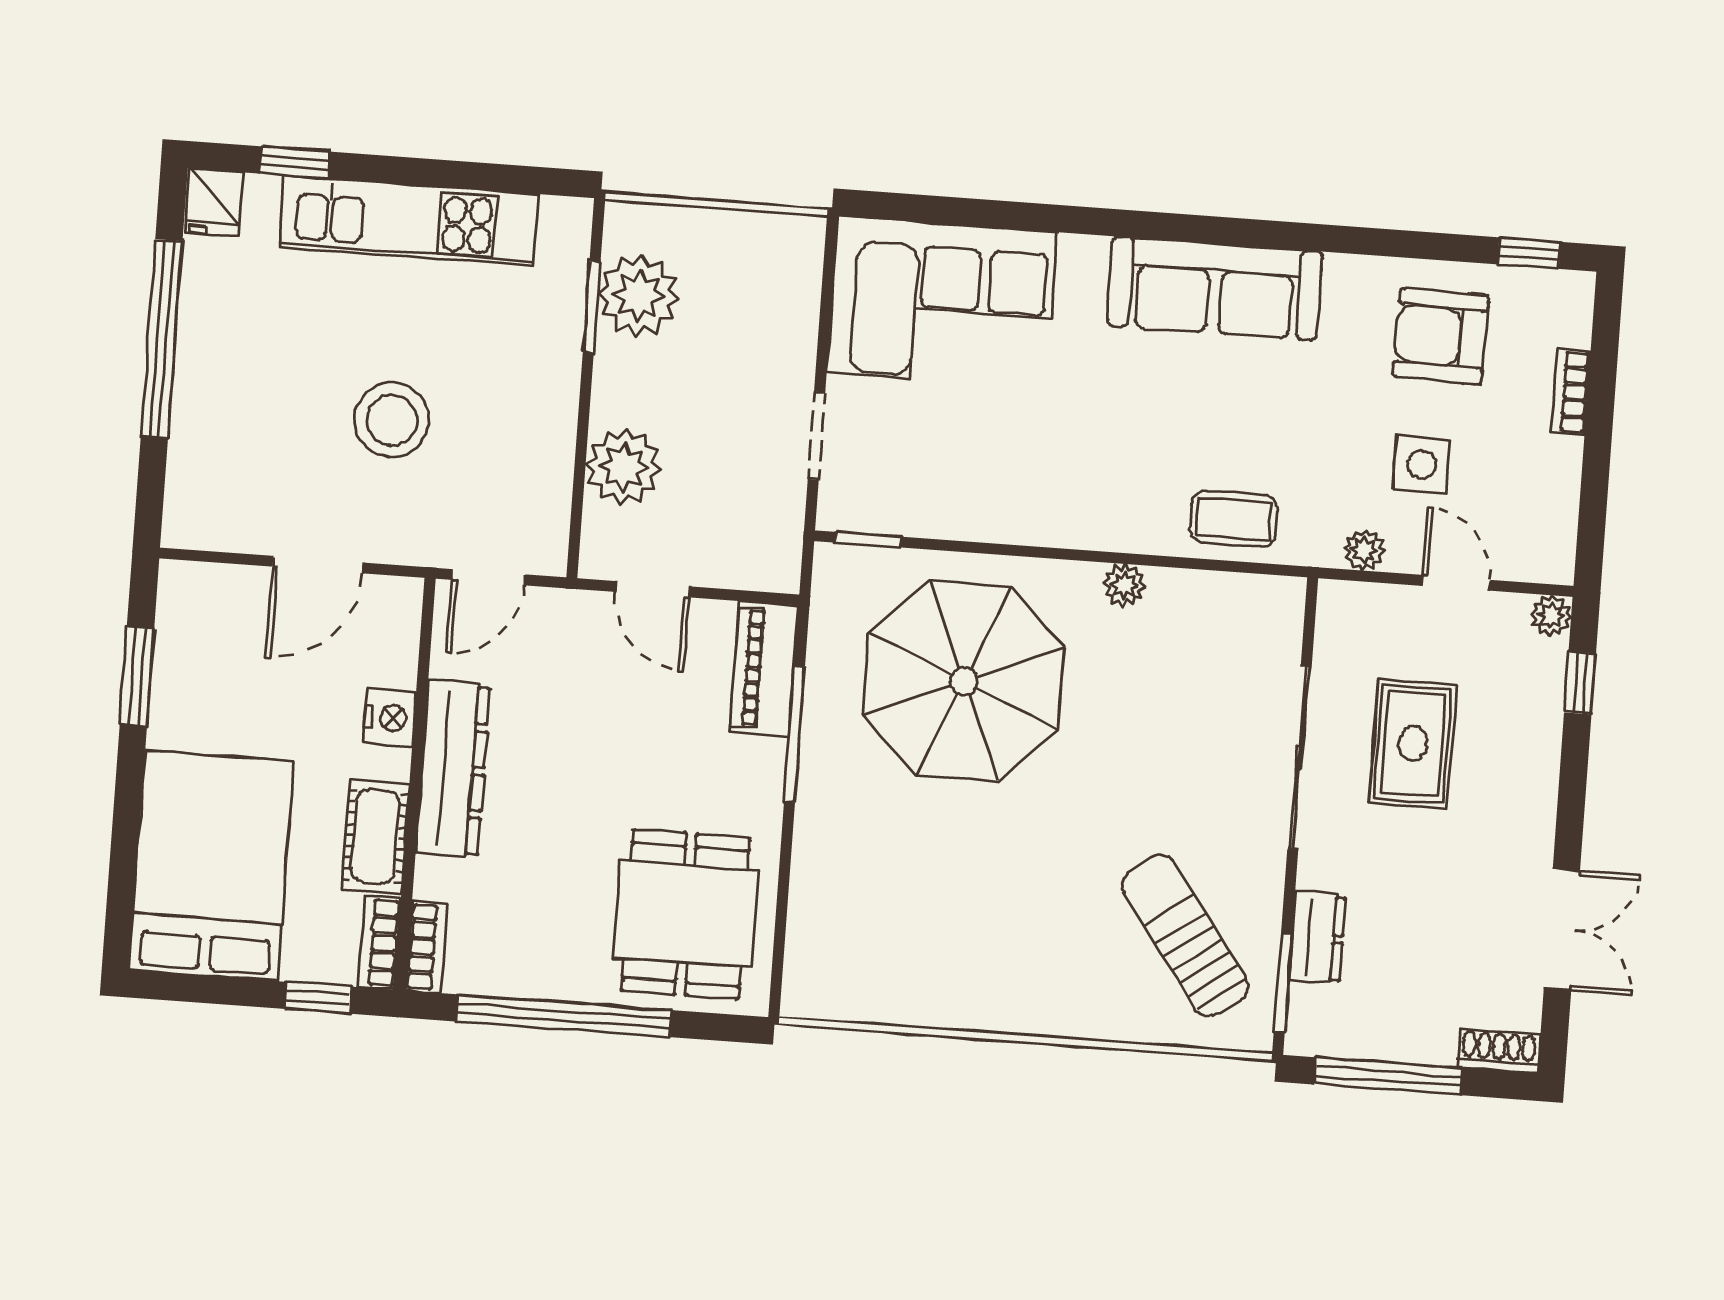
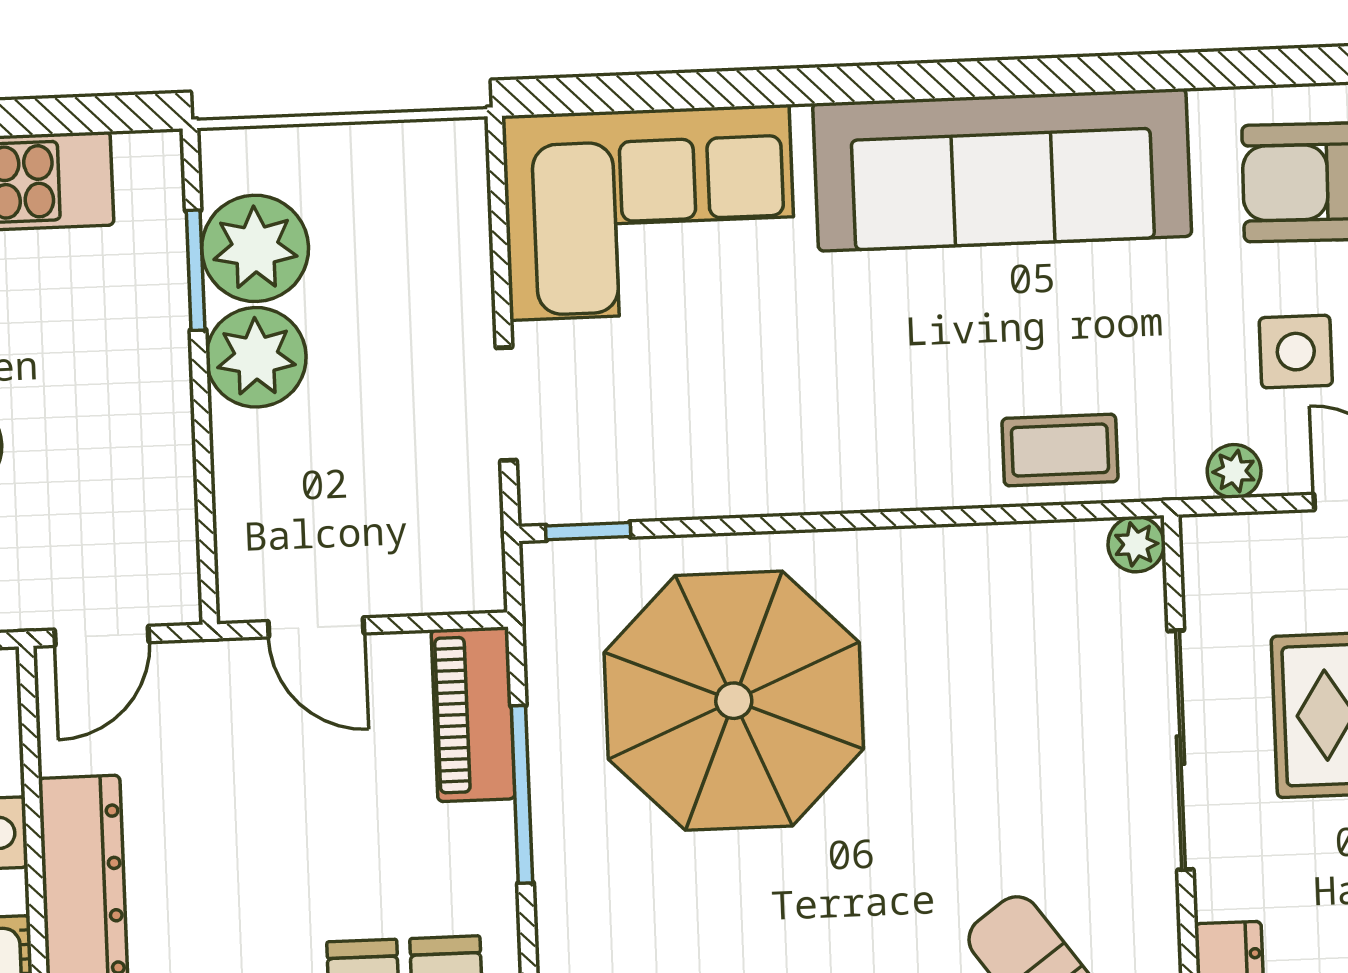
sofa: (1215, 288) -> (1002, 170), width x1.36, depth x1.27
plant: (624, 467) -> (256, 357), moved
plant: (1124, 585) -> (1136, 544), moved

